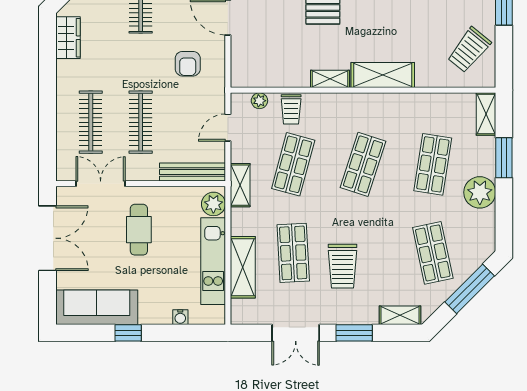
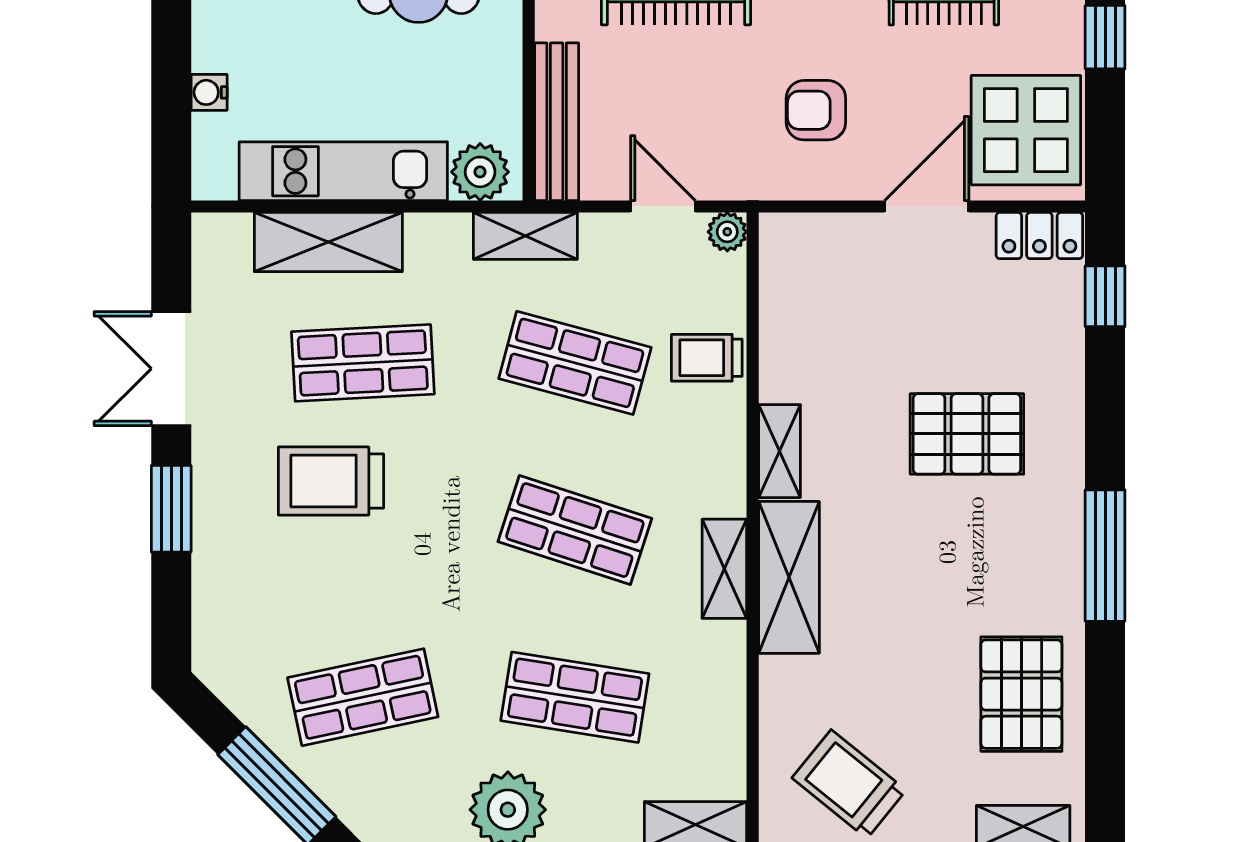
plant: (259, 101) -> (727, 232), moved
shelving: (400, 315) -> (724, 569), moved

